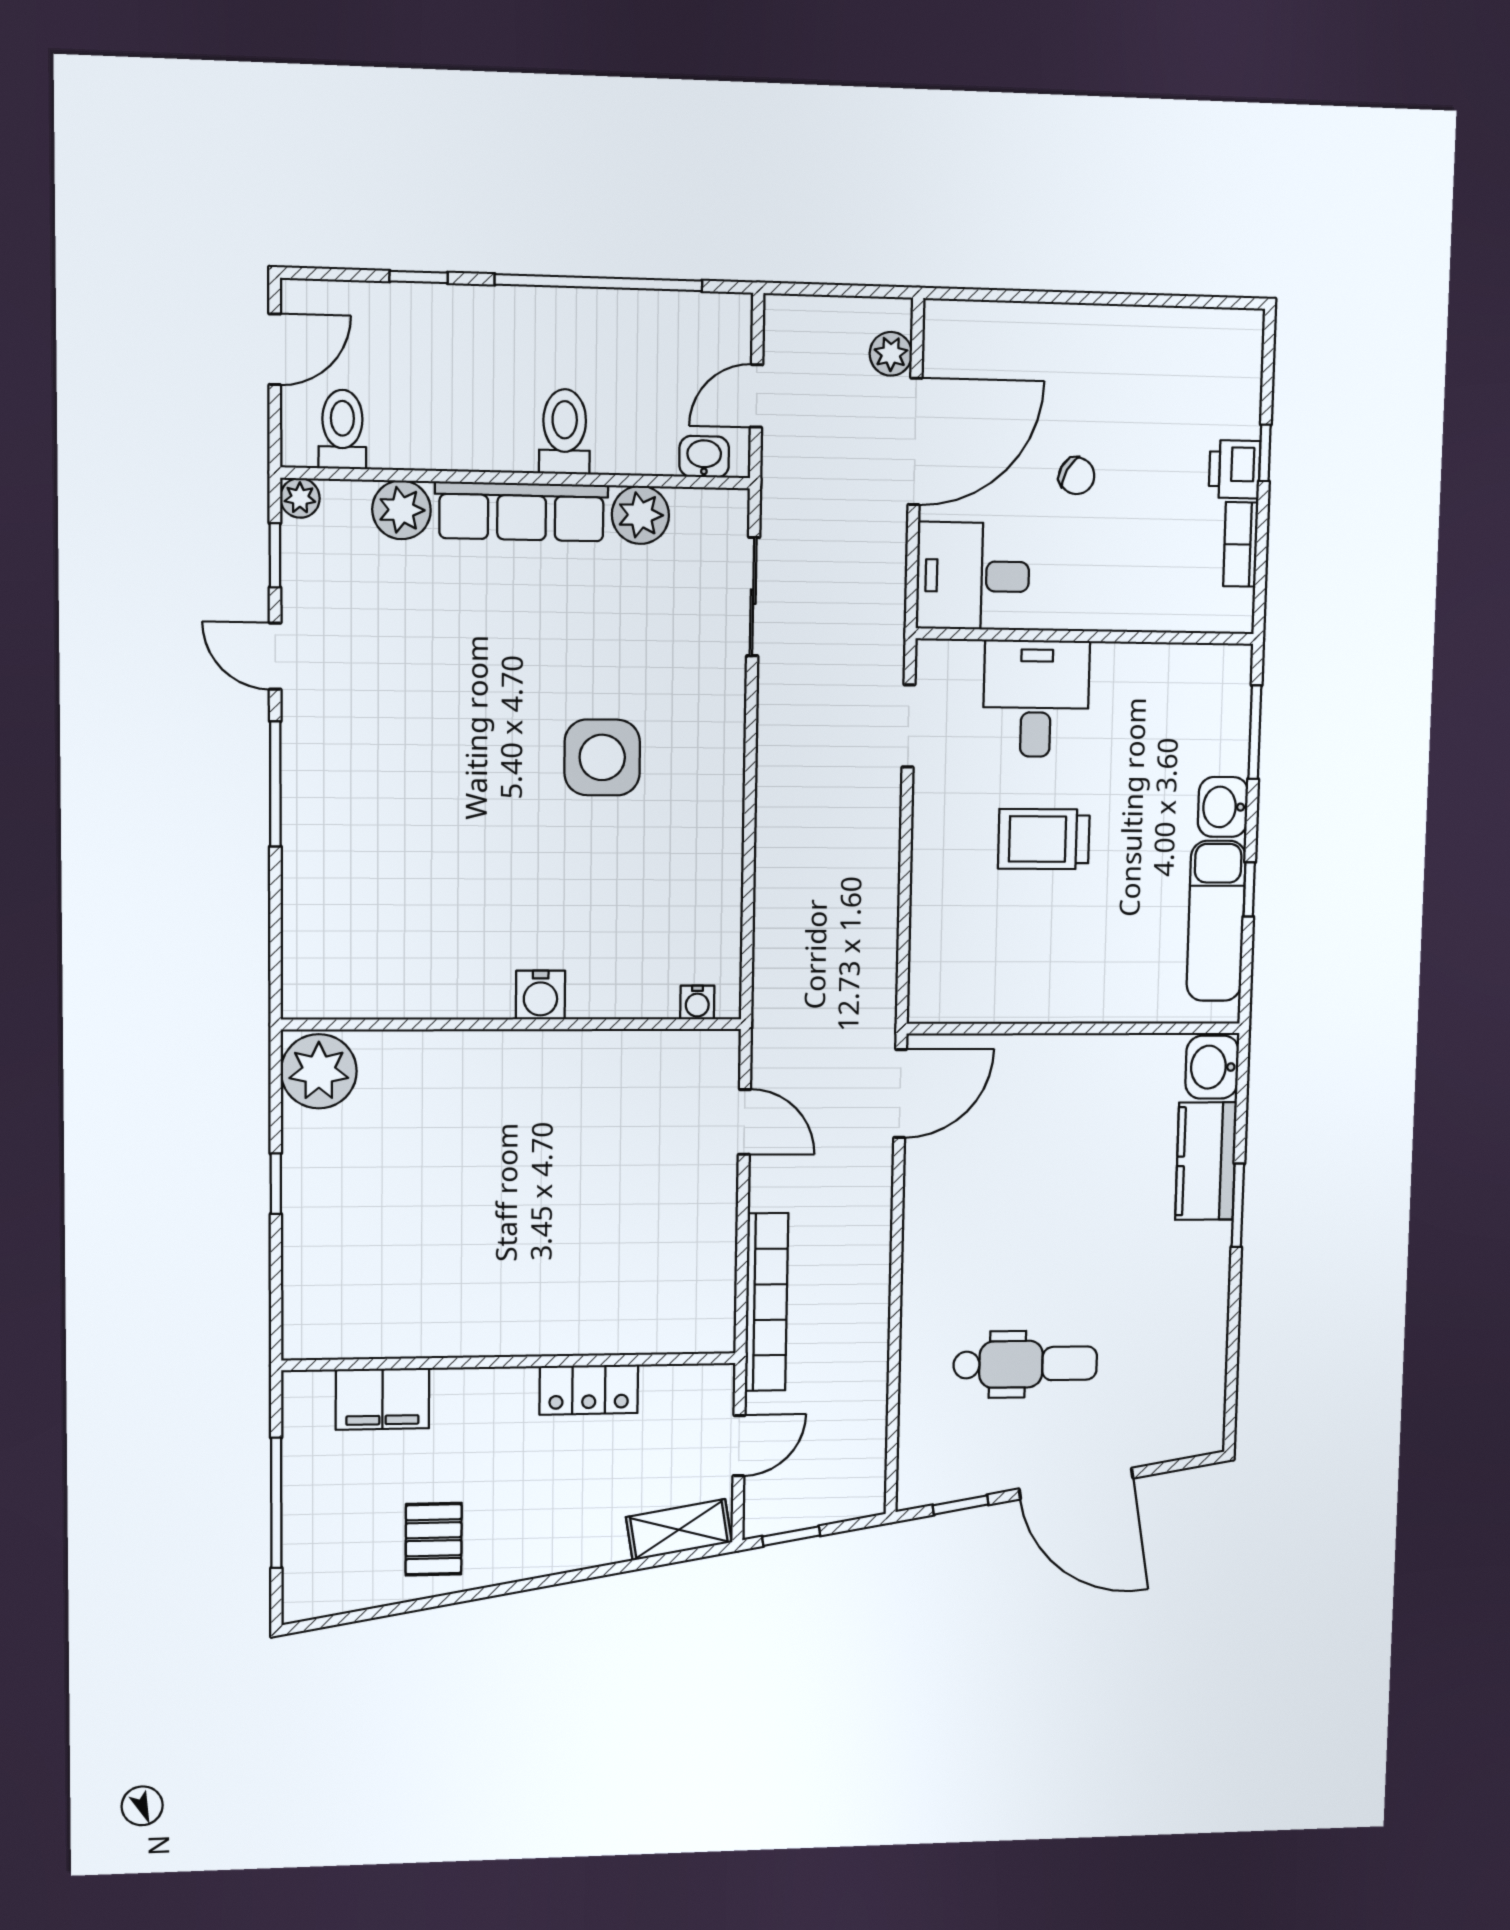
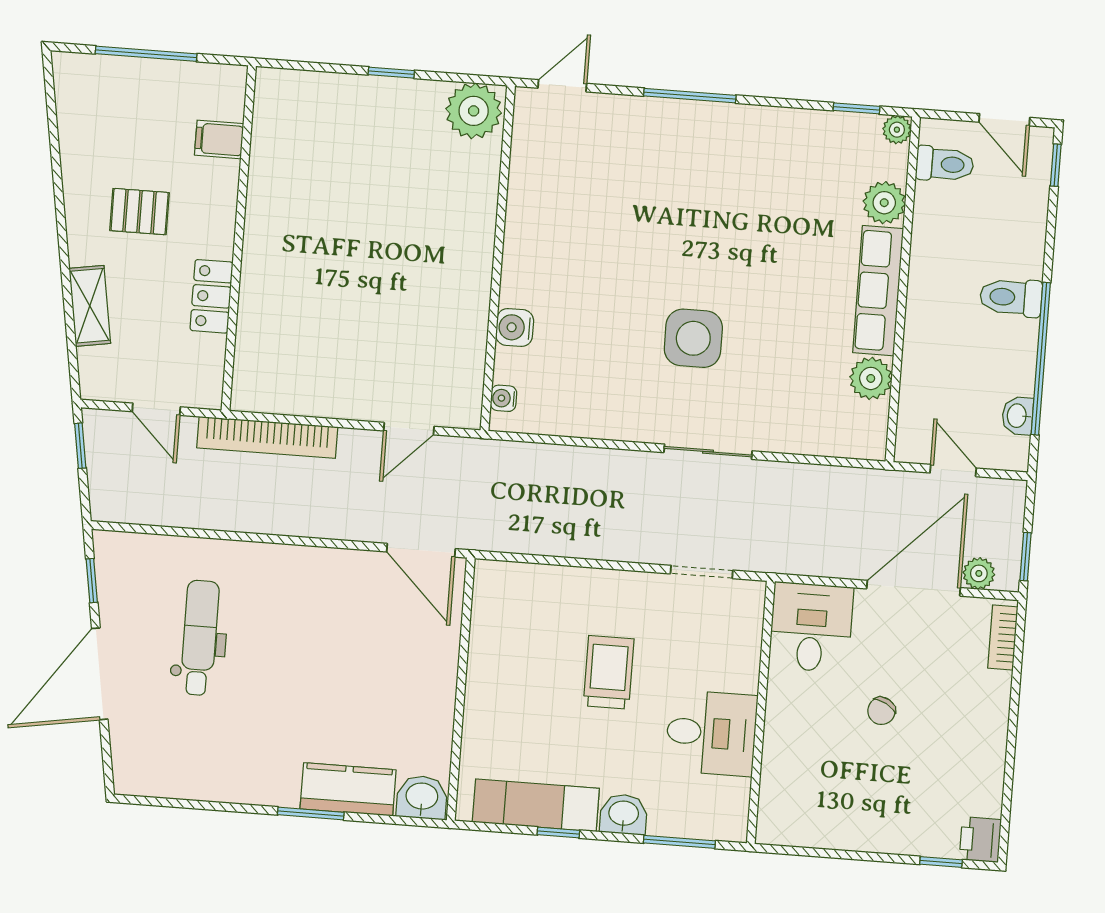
window: (419, 277) -> (1056, 165), moved
window: (865, 291) -> (1026, 557), added
toilet: (565, 432) -> (1011, 297), moved, turned 180
door: (915, 441) -> (914, 588), swing flipped
window: (1265, 453) -> (941, 862), moved
washbasin: (704, 457) -> (1018, 416), moved, turned 180
printer: (1235, 469) -> (980, 840), moved, turned -90
bookcase: (1241, 544) -> (1003, 638), moved, turned -90
sliding door: (753, 597) -> (708, 452), moved
door: (275, 656) -> (562, 86), moved
desk: (1036, 699) -> (711, 733), moved
water cooler: (540, 995) -> (515, 328), moved
dental chair: (1025, 1364) -> (200, 638), turned 180
filing cabinet: (382, 1399) -> (219, 139), width x0.50
shelving: (679, 1530) -> (90, 306), moved
pallet: (434, 1539) -> (140, 212), moved

